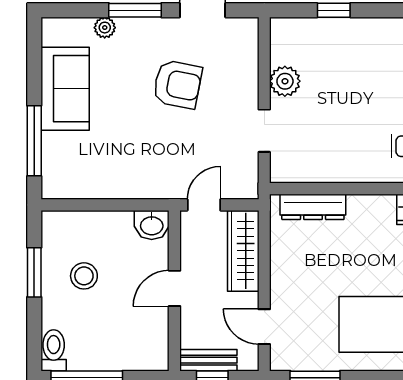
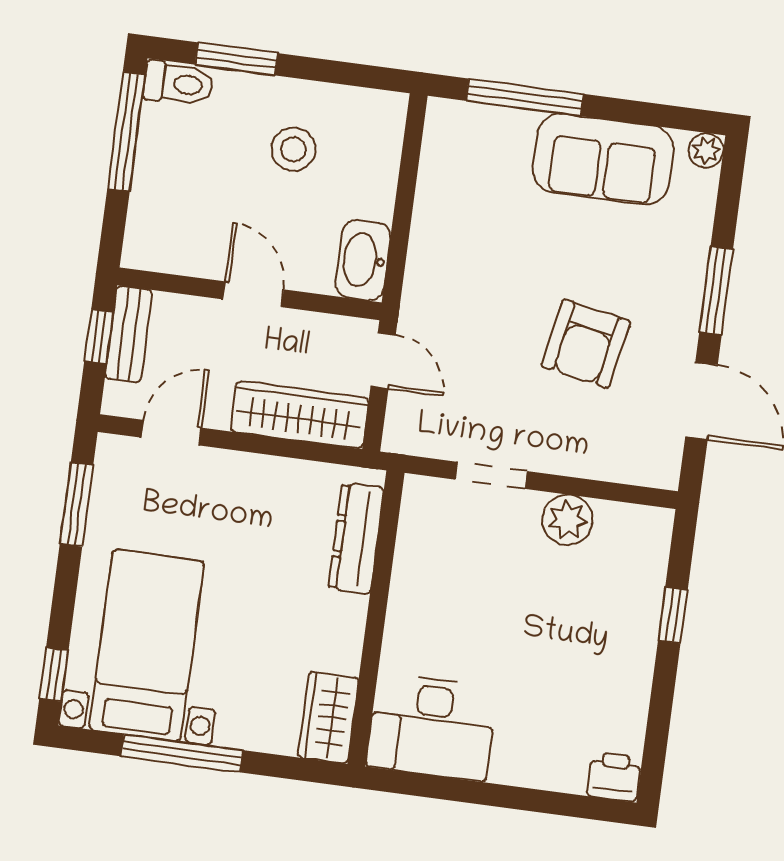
plant: (105, 28) -> (706, 150), moved
washbasin: (152, 225) -> (363, 260), width x1.38
window: (34, 272) -> (236, 59), moved

